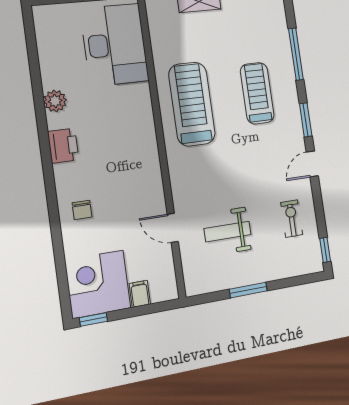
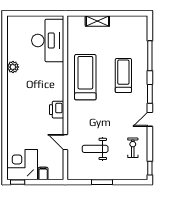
printer: (63, 146) -> (57, 110), moved, turned 180
chair: (82, 210) -> (19, 125), removed

